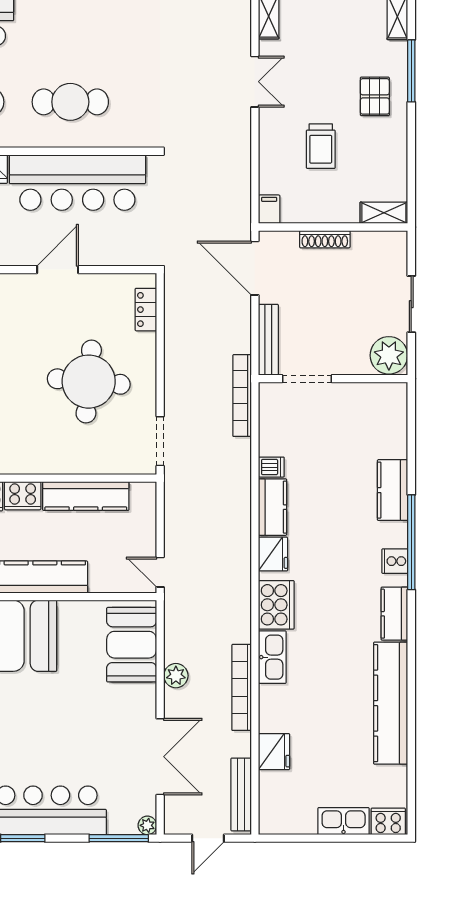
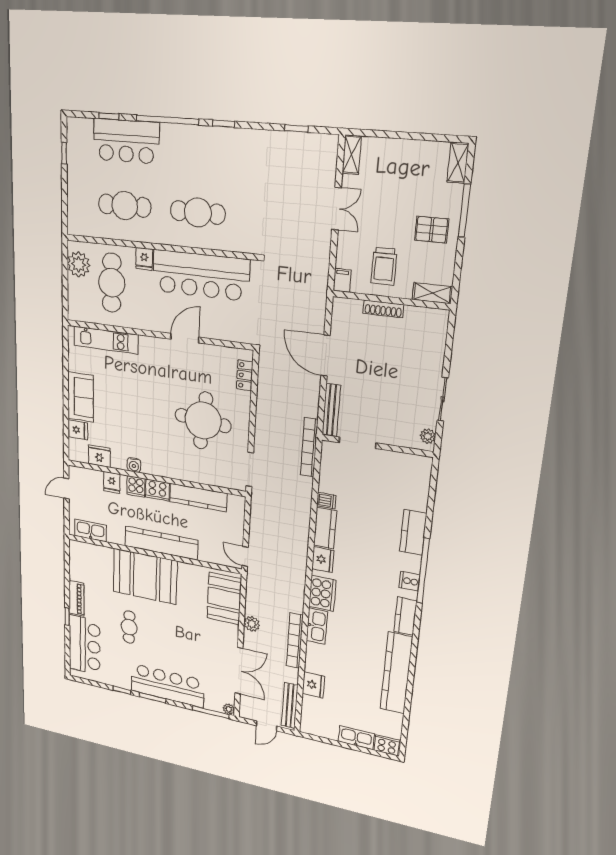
pallet: (375, 96) -> (432, 230), turned 90
filing cabinet: (269, 209) -> (342, 280), moved
shelving: (384, 213) -> (432, 293), moved
wall: (333, 227) -> (391, 300), moved
shoe rack: (325, 239) -> (383, 309), moved
plant: (389, 355) -> (428, 436), width x0.53, depth x0.53

